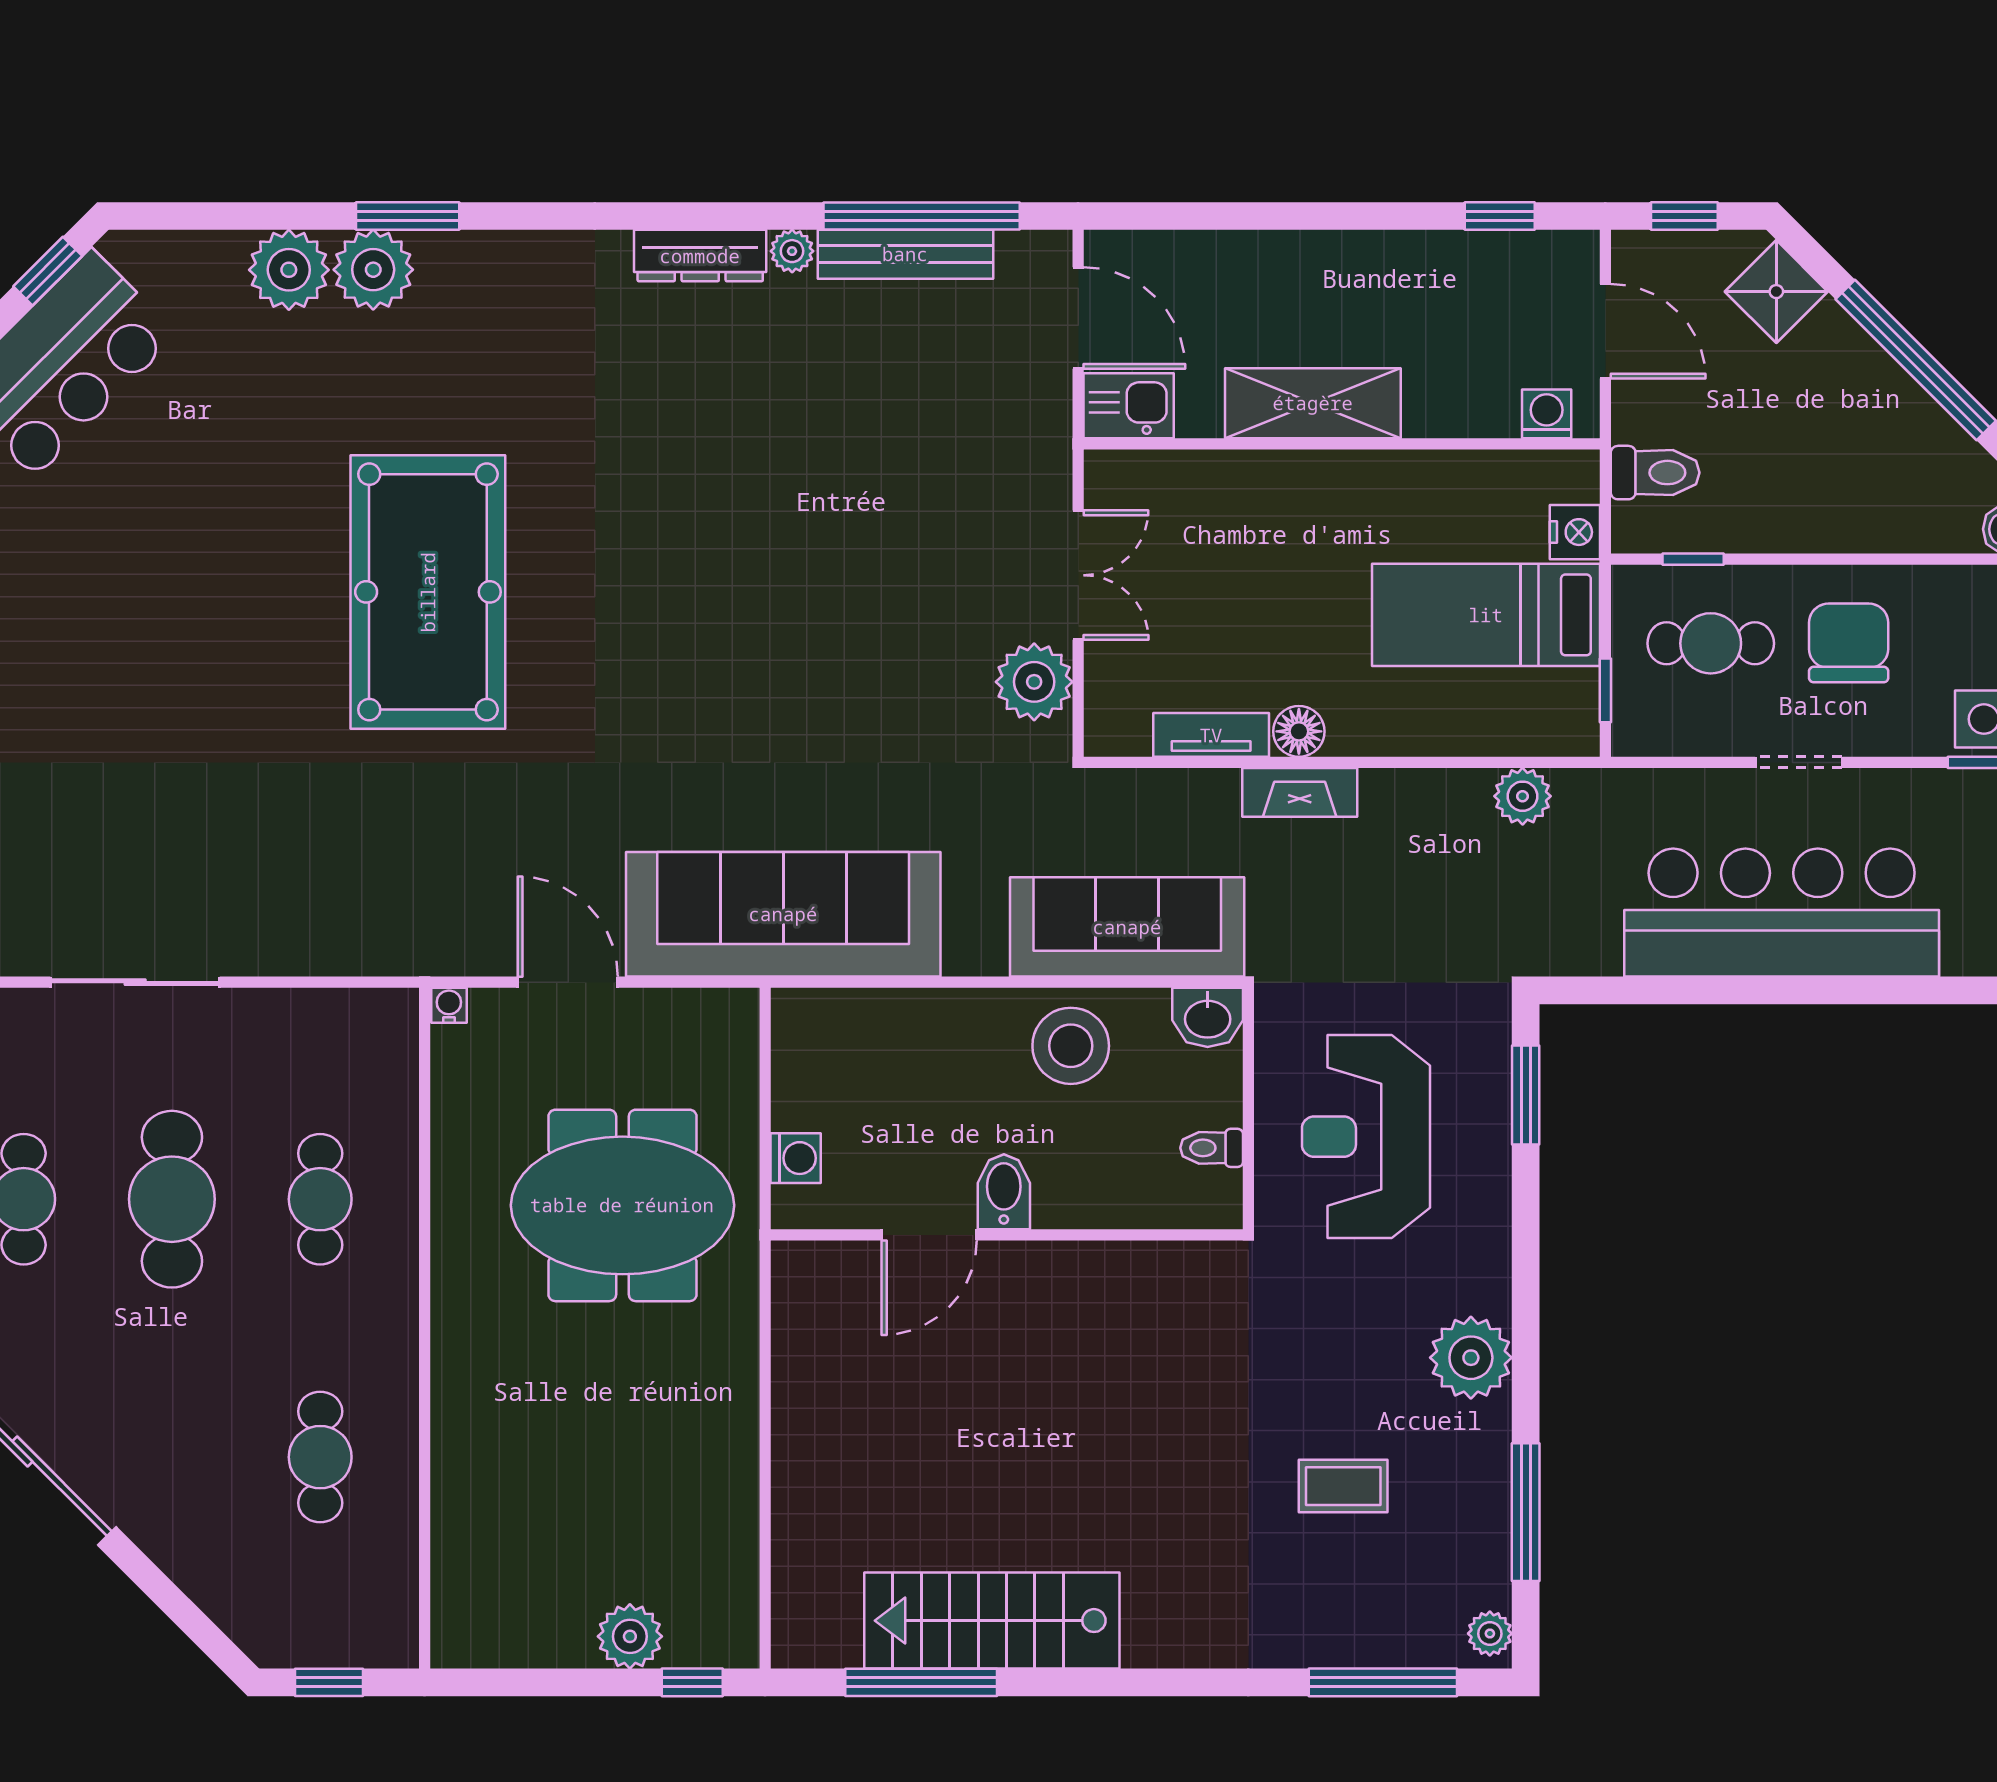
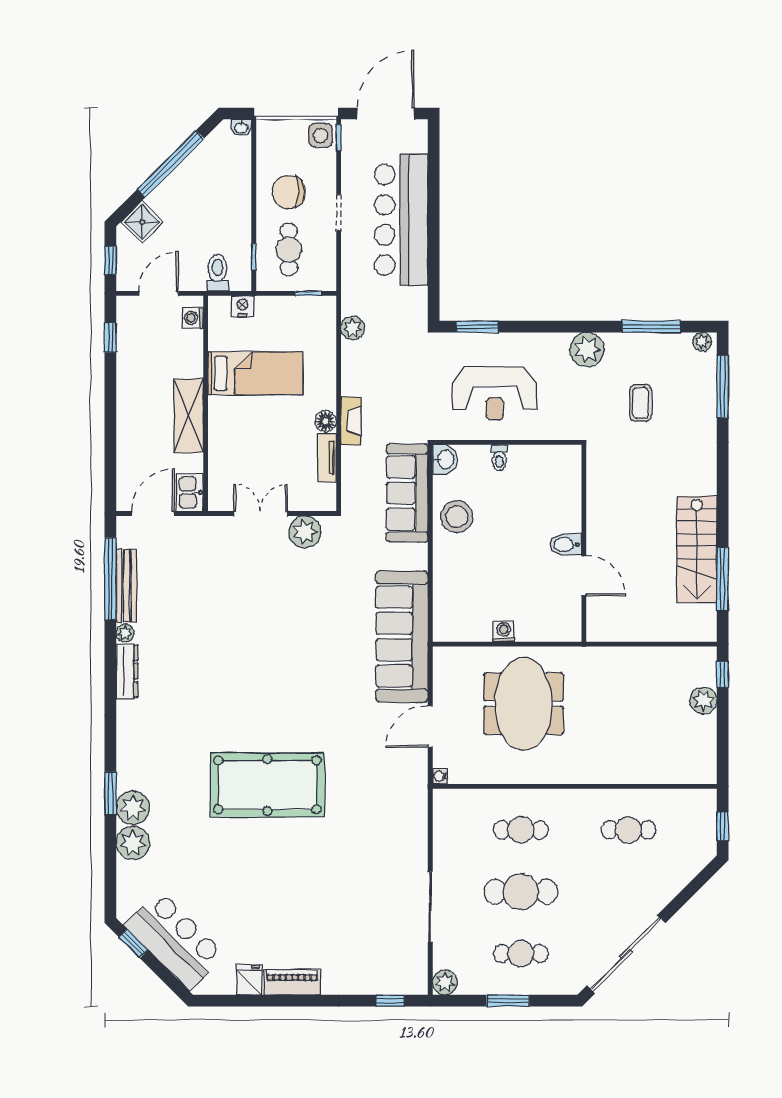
bed: (1486, 615) -> (255, 373), moved, turned -90
bidet: (1004, 1192) -> (566, 545), moved
door: (929, 1235) -> (584, 576), moved
wall: (1007, 1235) -> (584, 543), moved

